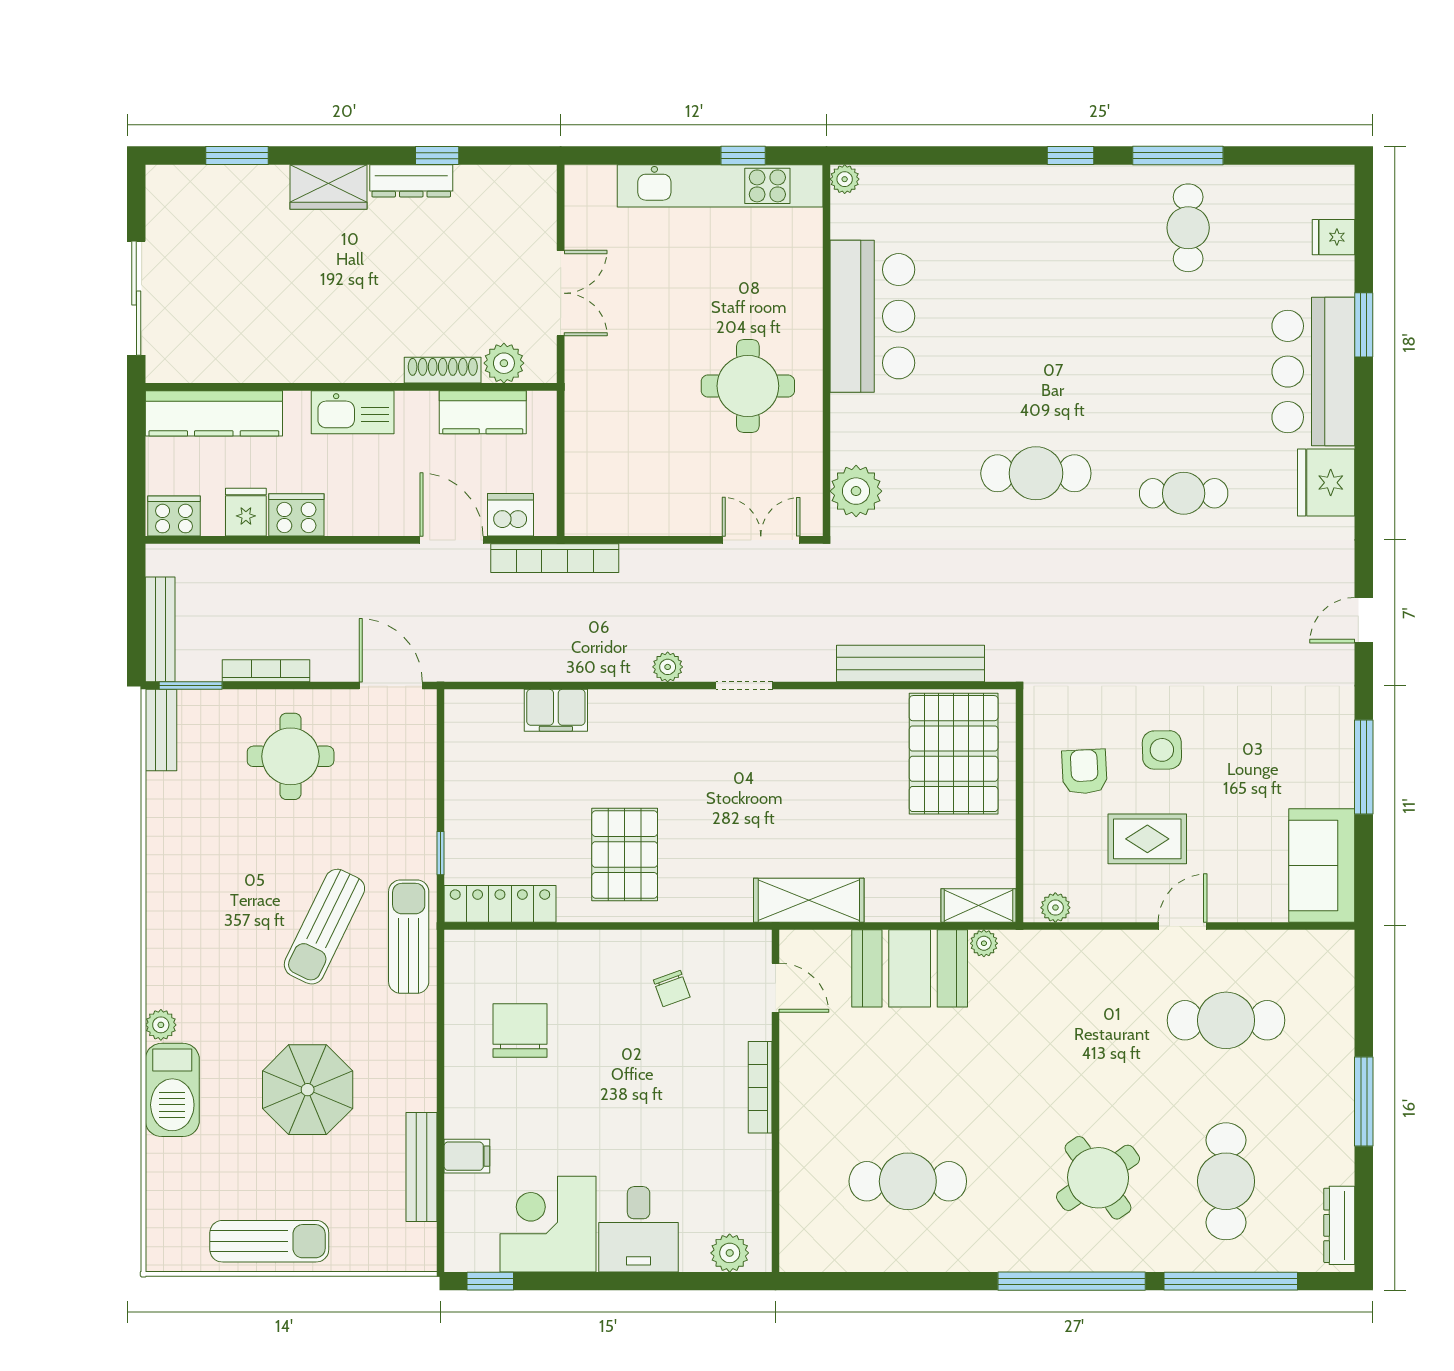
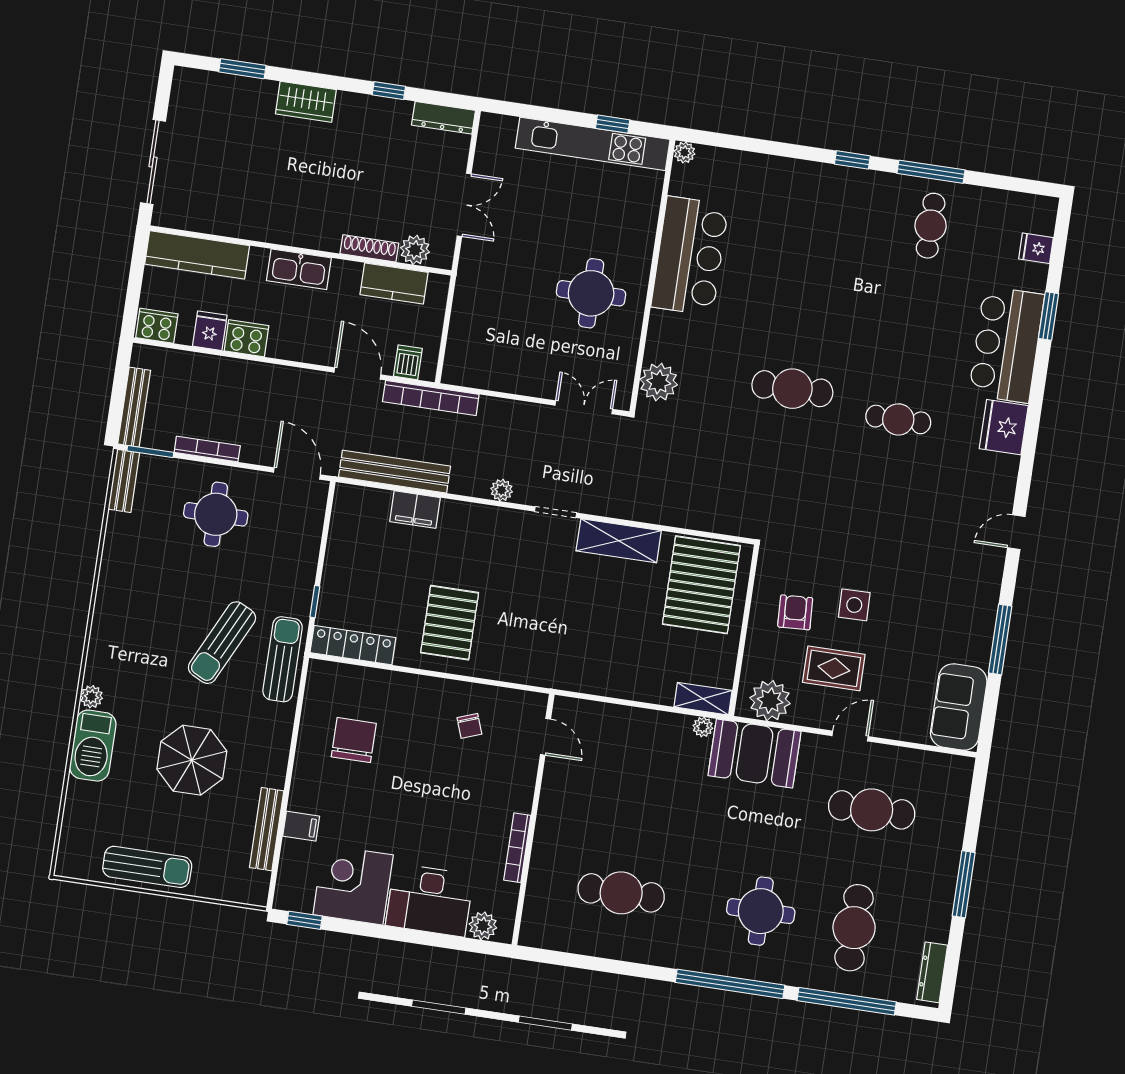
dresser: (411, 181) -> (444, 118), moved
dishwasher: (511, 515) -> (408, 362), width x0.73
bench: (910, 664) -> (395, 472), moved
shelving: (809, 900) -> (619, 541), moved
plant: (1055, 908) -> (770, 701), width x1.87, depth x1.87
booth: (910, 968) -> (755, 753), moved
bookcase: (760, 1087) -> (517, 848), moved
round table: (1098, 1178) -> (761, 911), turned 35
desk: (639, 1229) -> (430, 900), width x1.37

